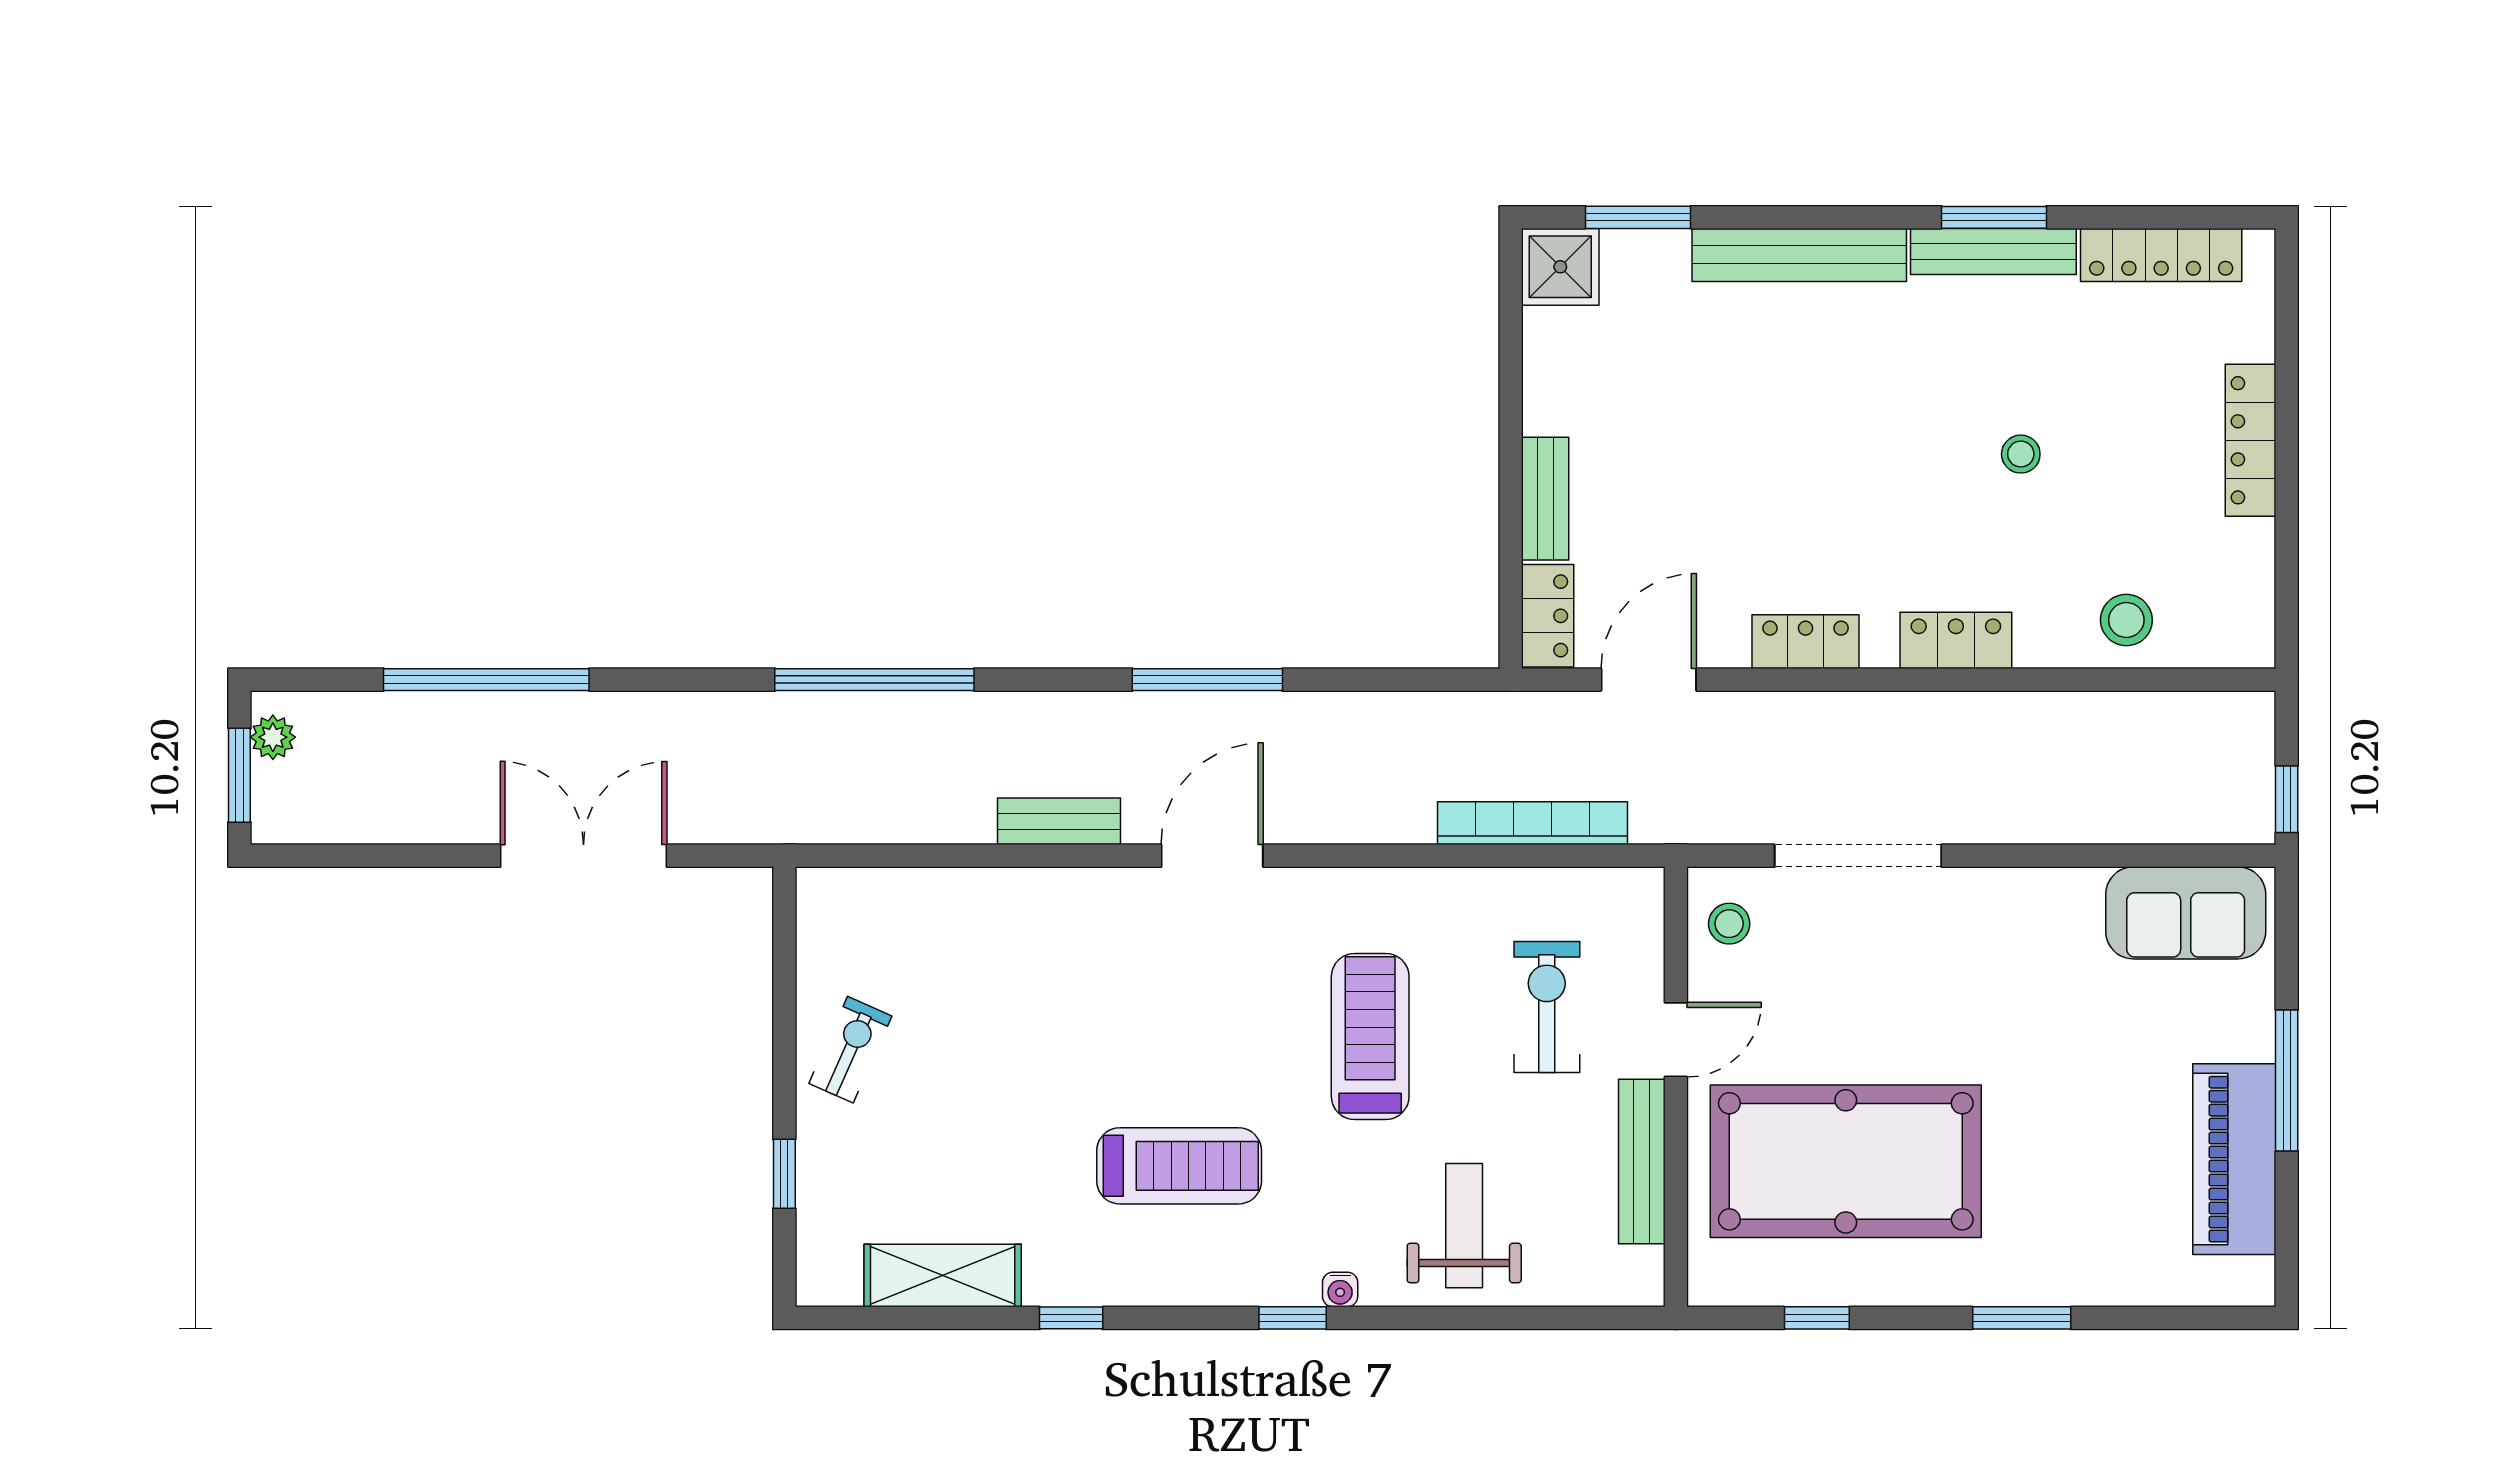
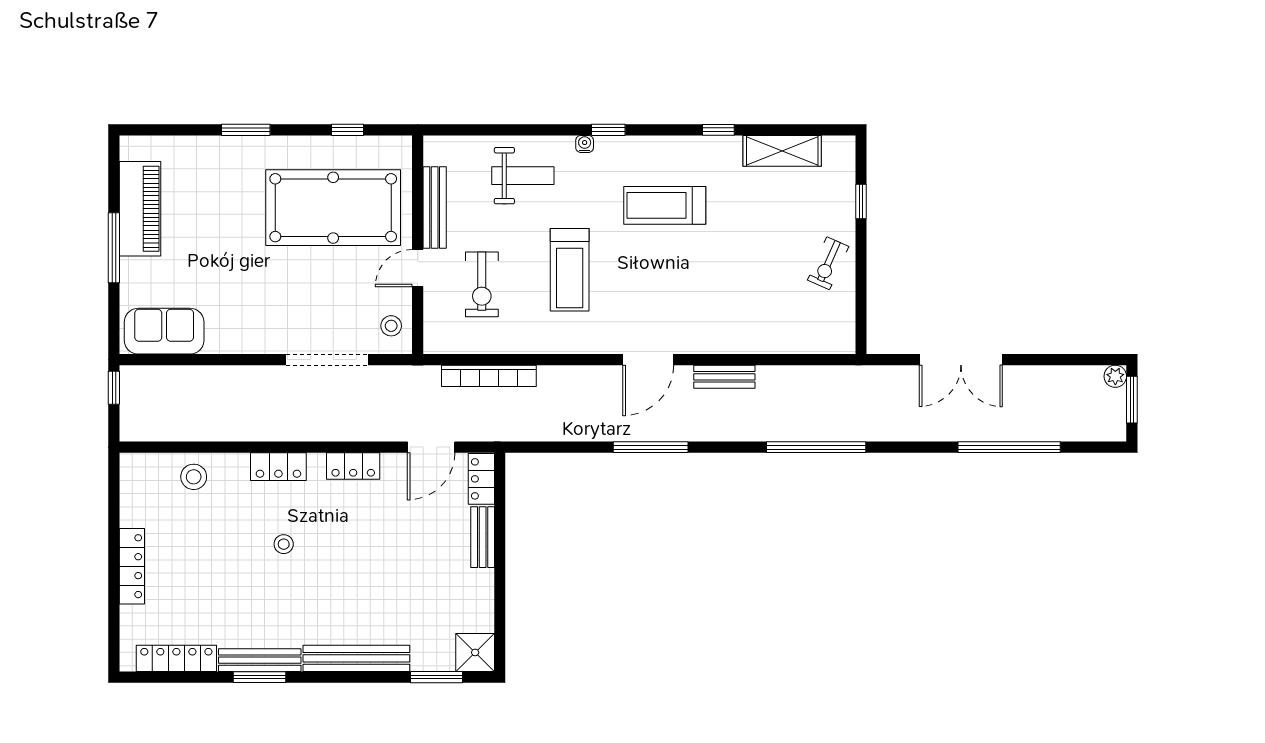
stool: (2021, 454) -> (284, 544), moved
plant: (273, 737) -> (1115, 376), moved
weight bench: (1464, 1226) -> (523, 176), turned -90

